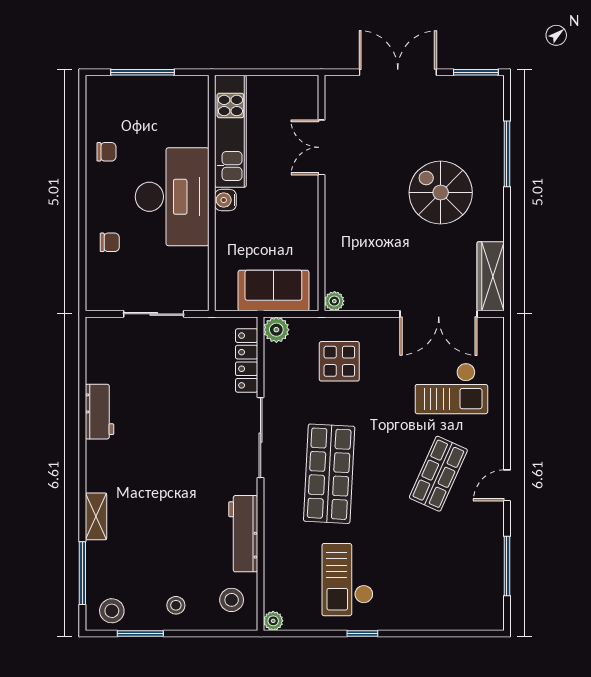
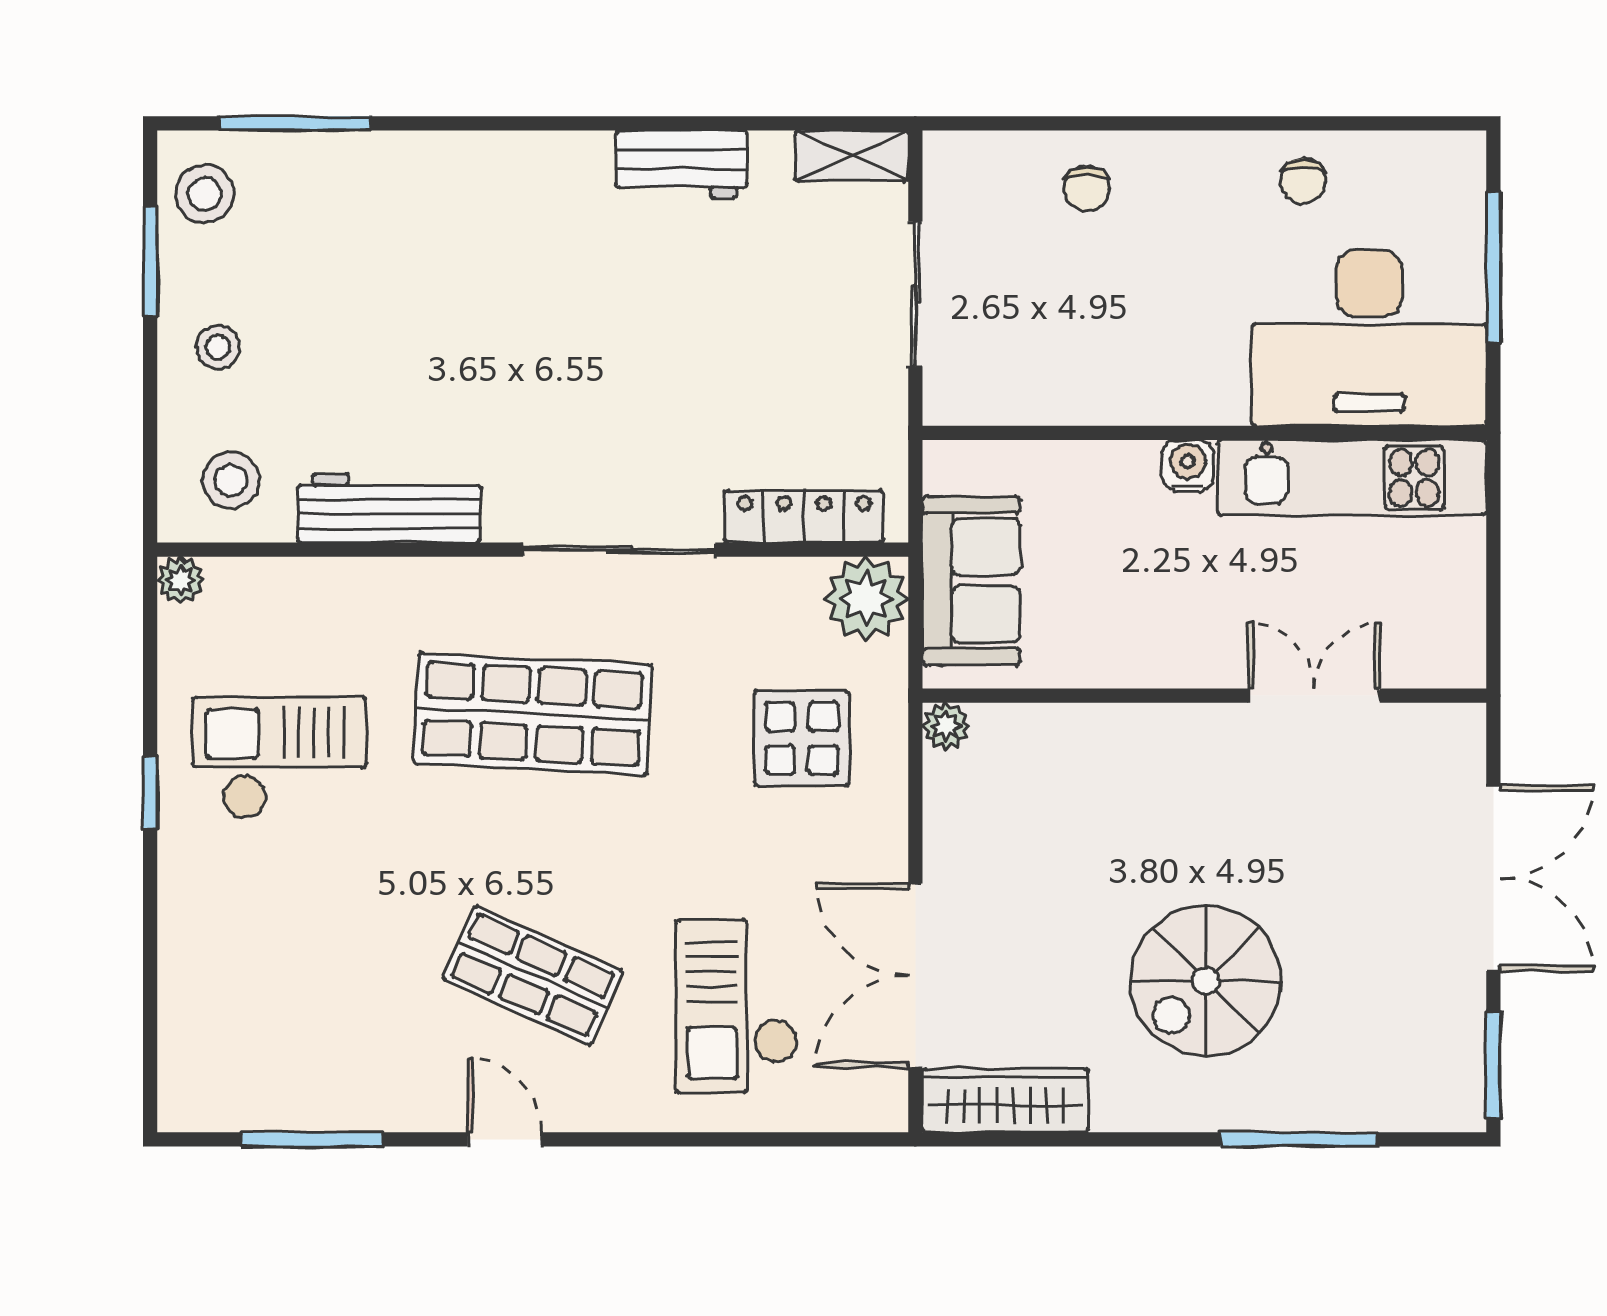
spiral stairs: (441, 193) -> (1206, 981), turned 180
desk: (172, 197) -> (1369, 338), moved
plant: (276, 330) -> (866, 599), width x1.36, depth x1.36
shelving: (96, 516) -> (852, 156), moved

